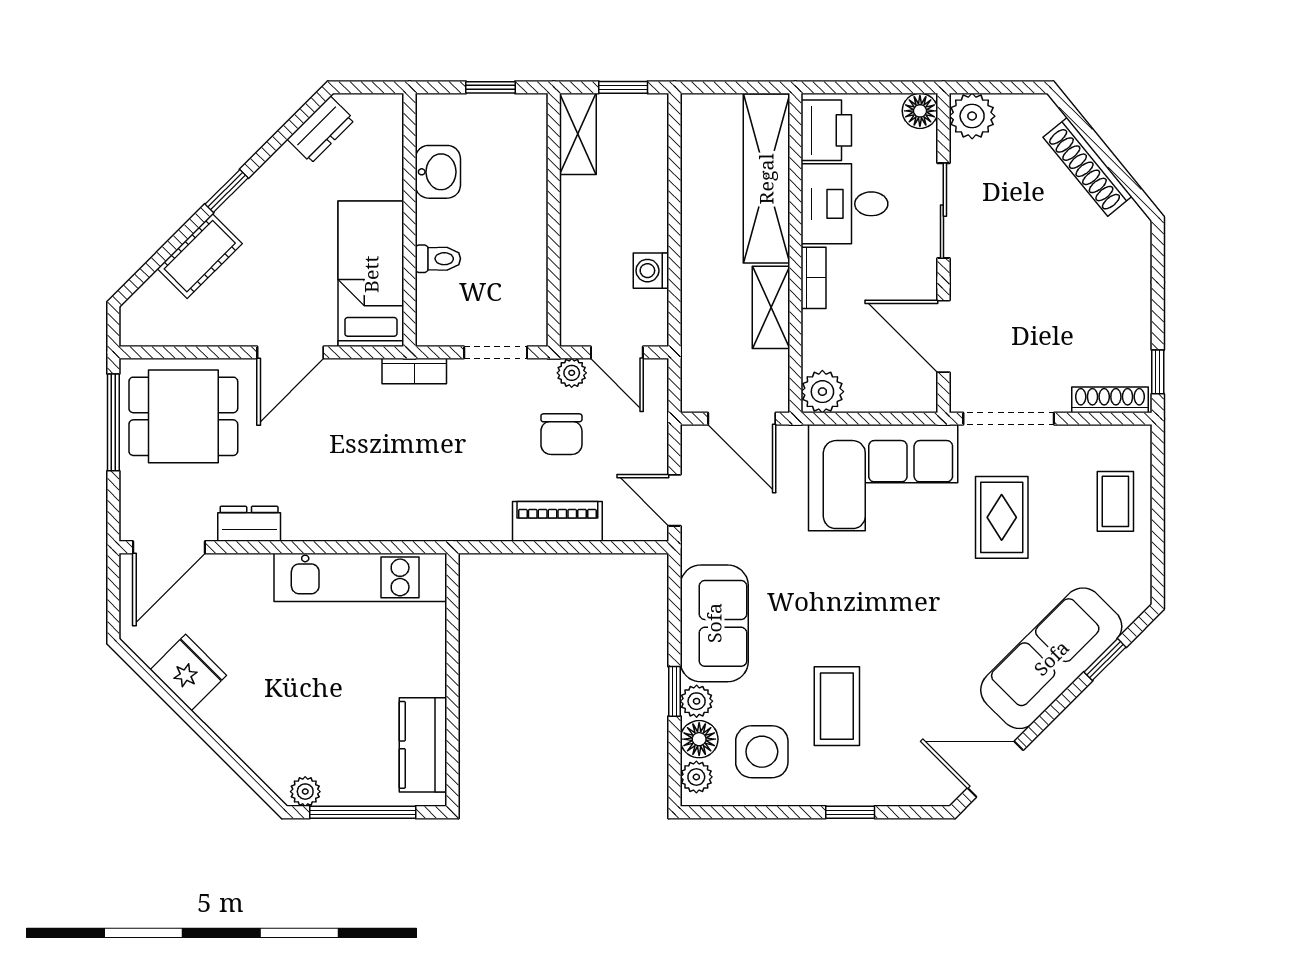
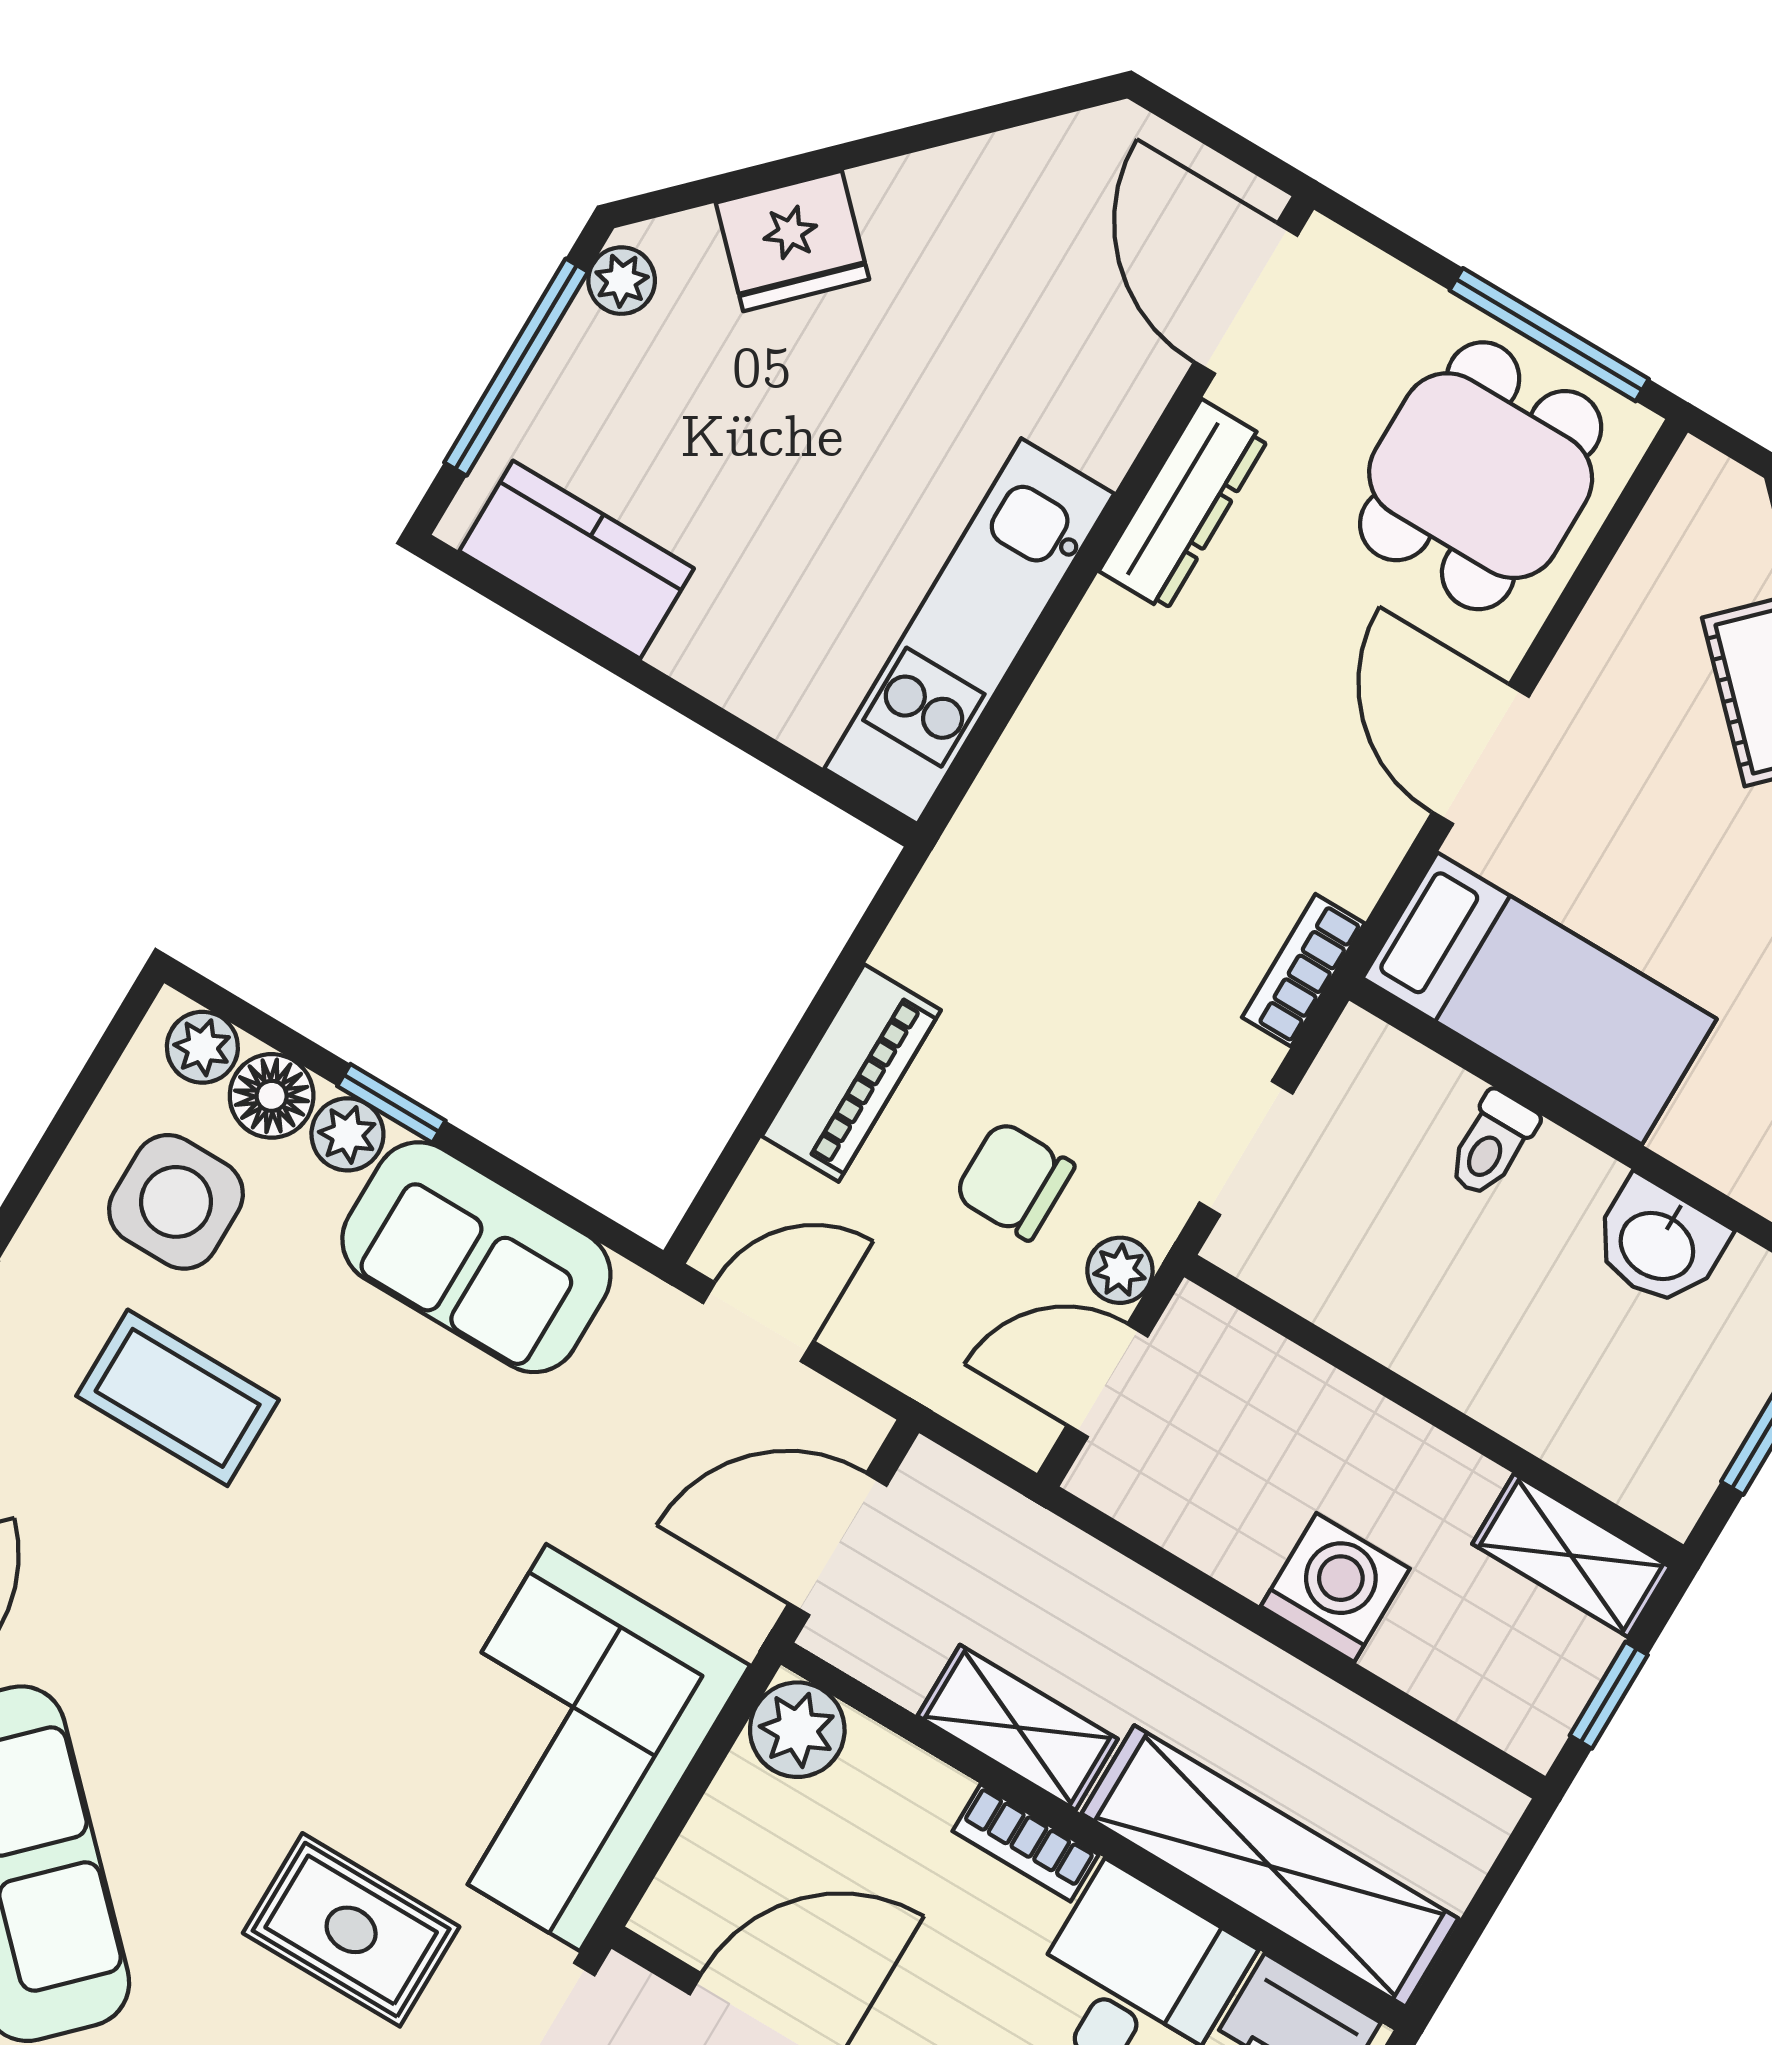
washing machine: (651, 271) -> (1335, 1587), moved, width x1.38, depth x1.38
dresser: (249, 524) -> (1184, 505), width x1.44
fridge: (188, 672) -> (792, 241), moved

